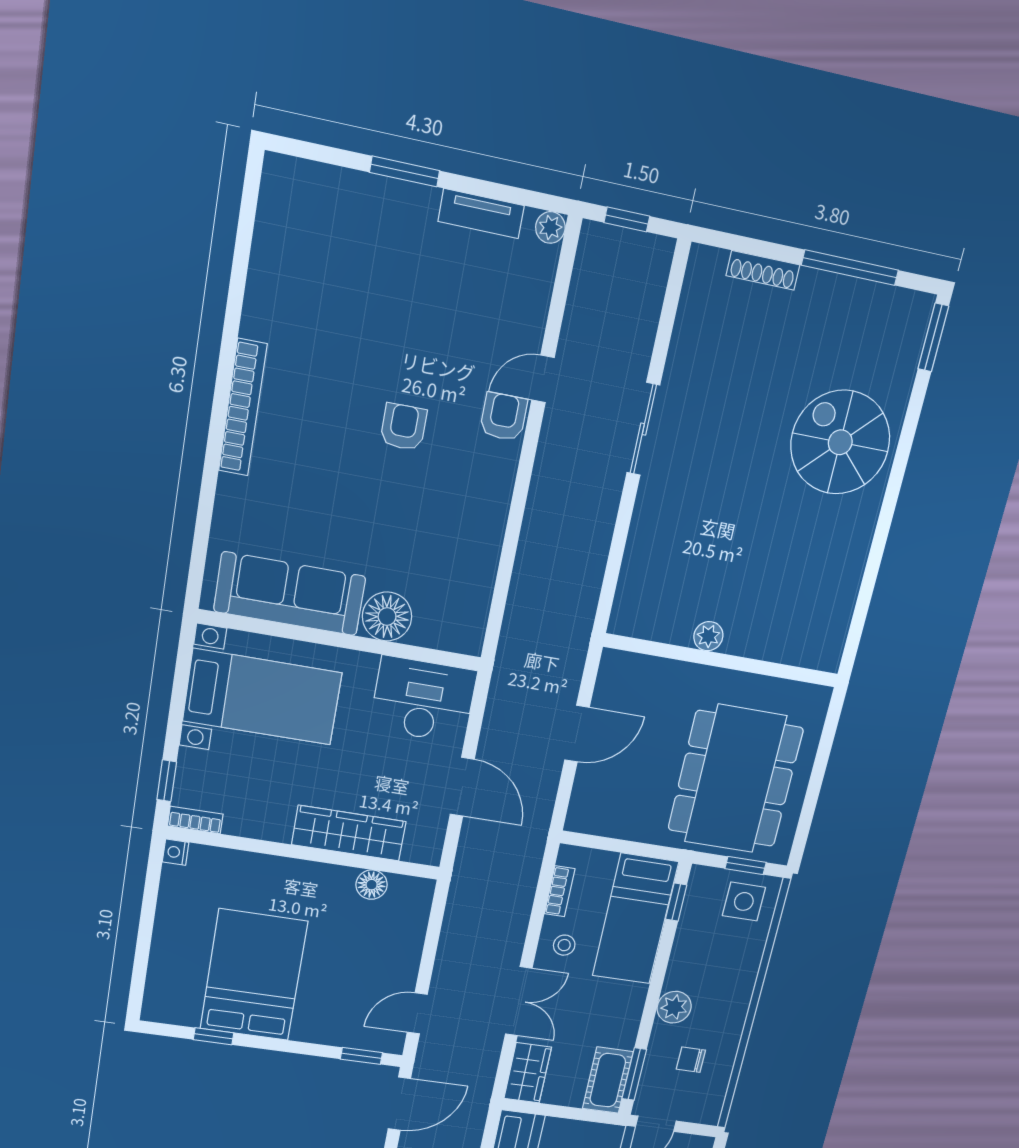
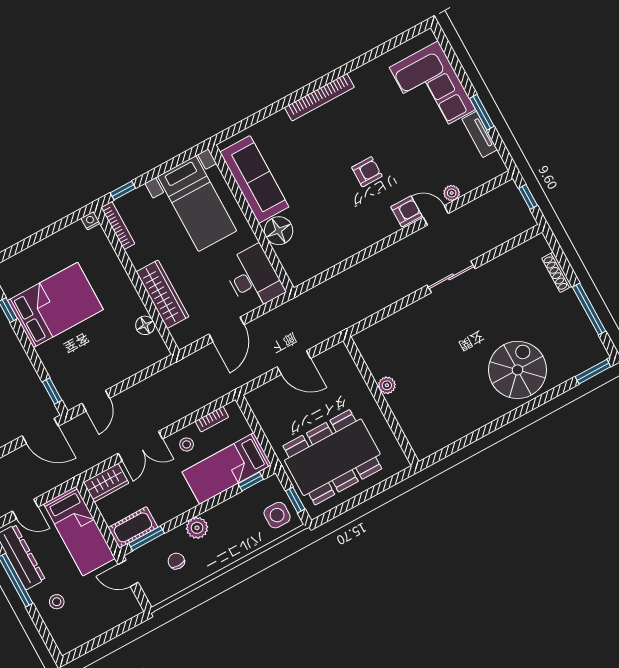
window: (405, 171) -> (482, 112), moved
corner sofa: (359, 227) -> (432, 89), added
plant: (550, 227) -> (452, 193), moved
bookcase: (195, 820) -> (118, 226), width x1.56
door: (417, 1013) -> (96, 401), swing flipped

